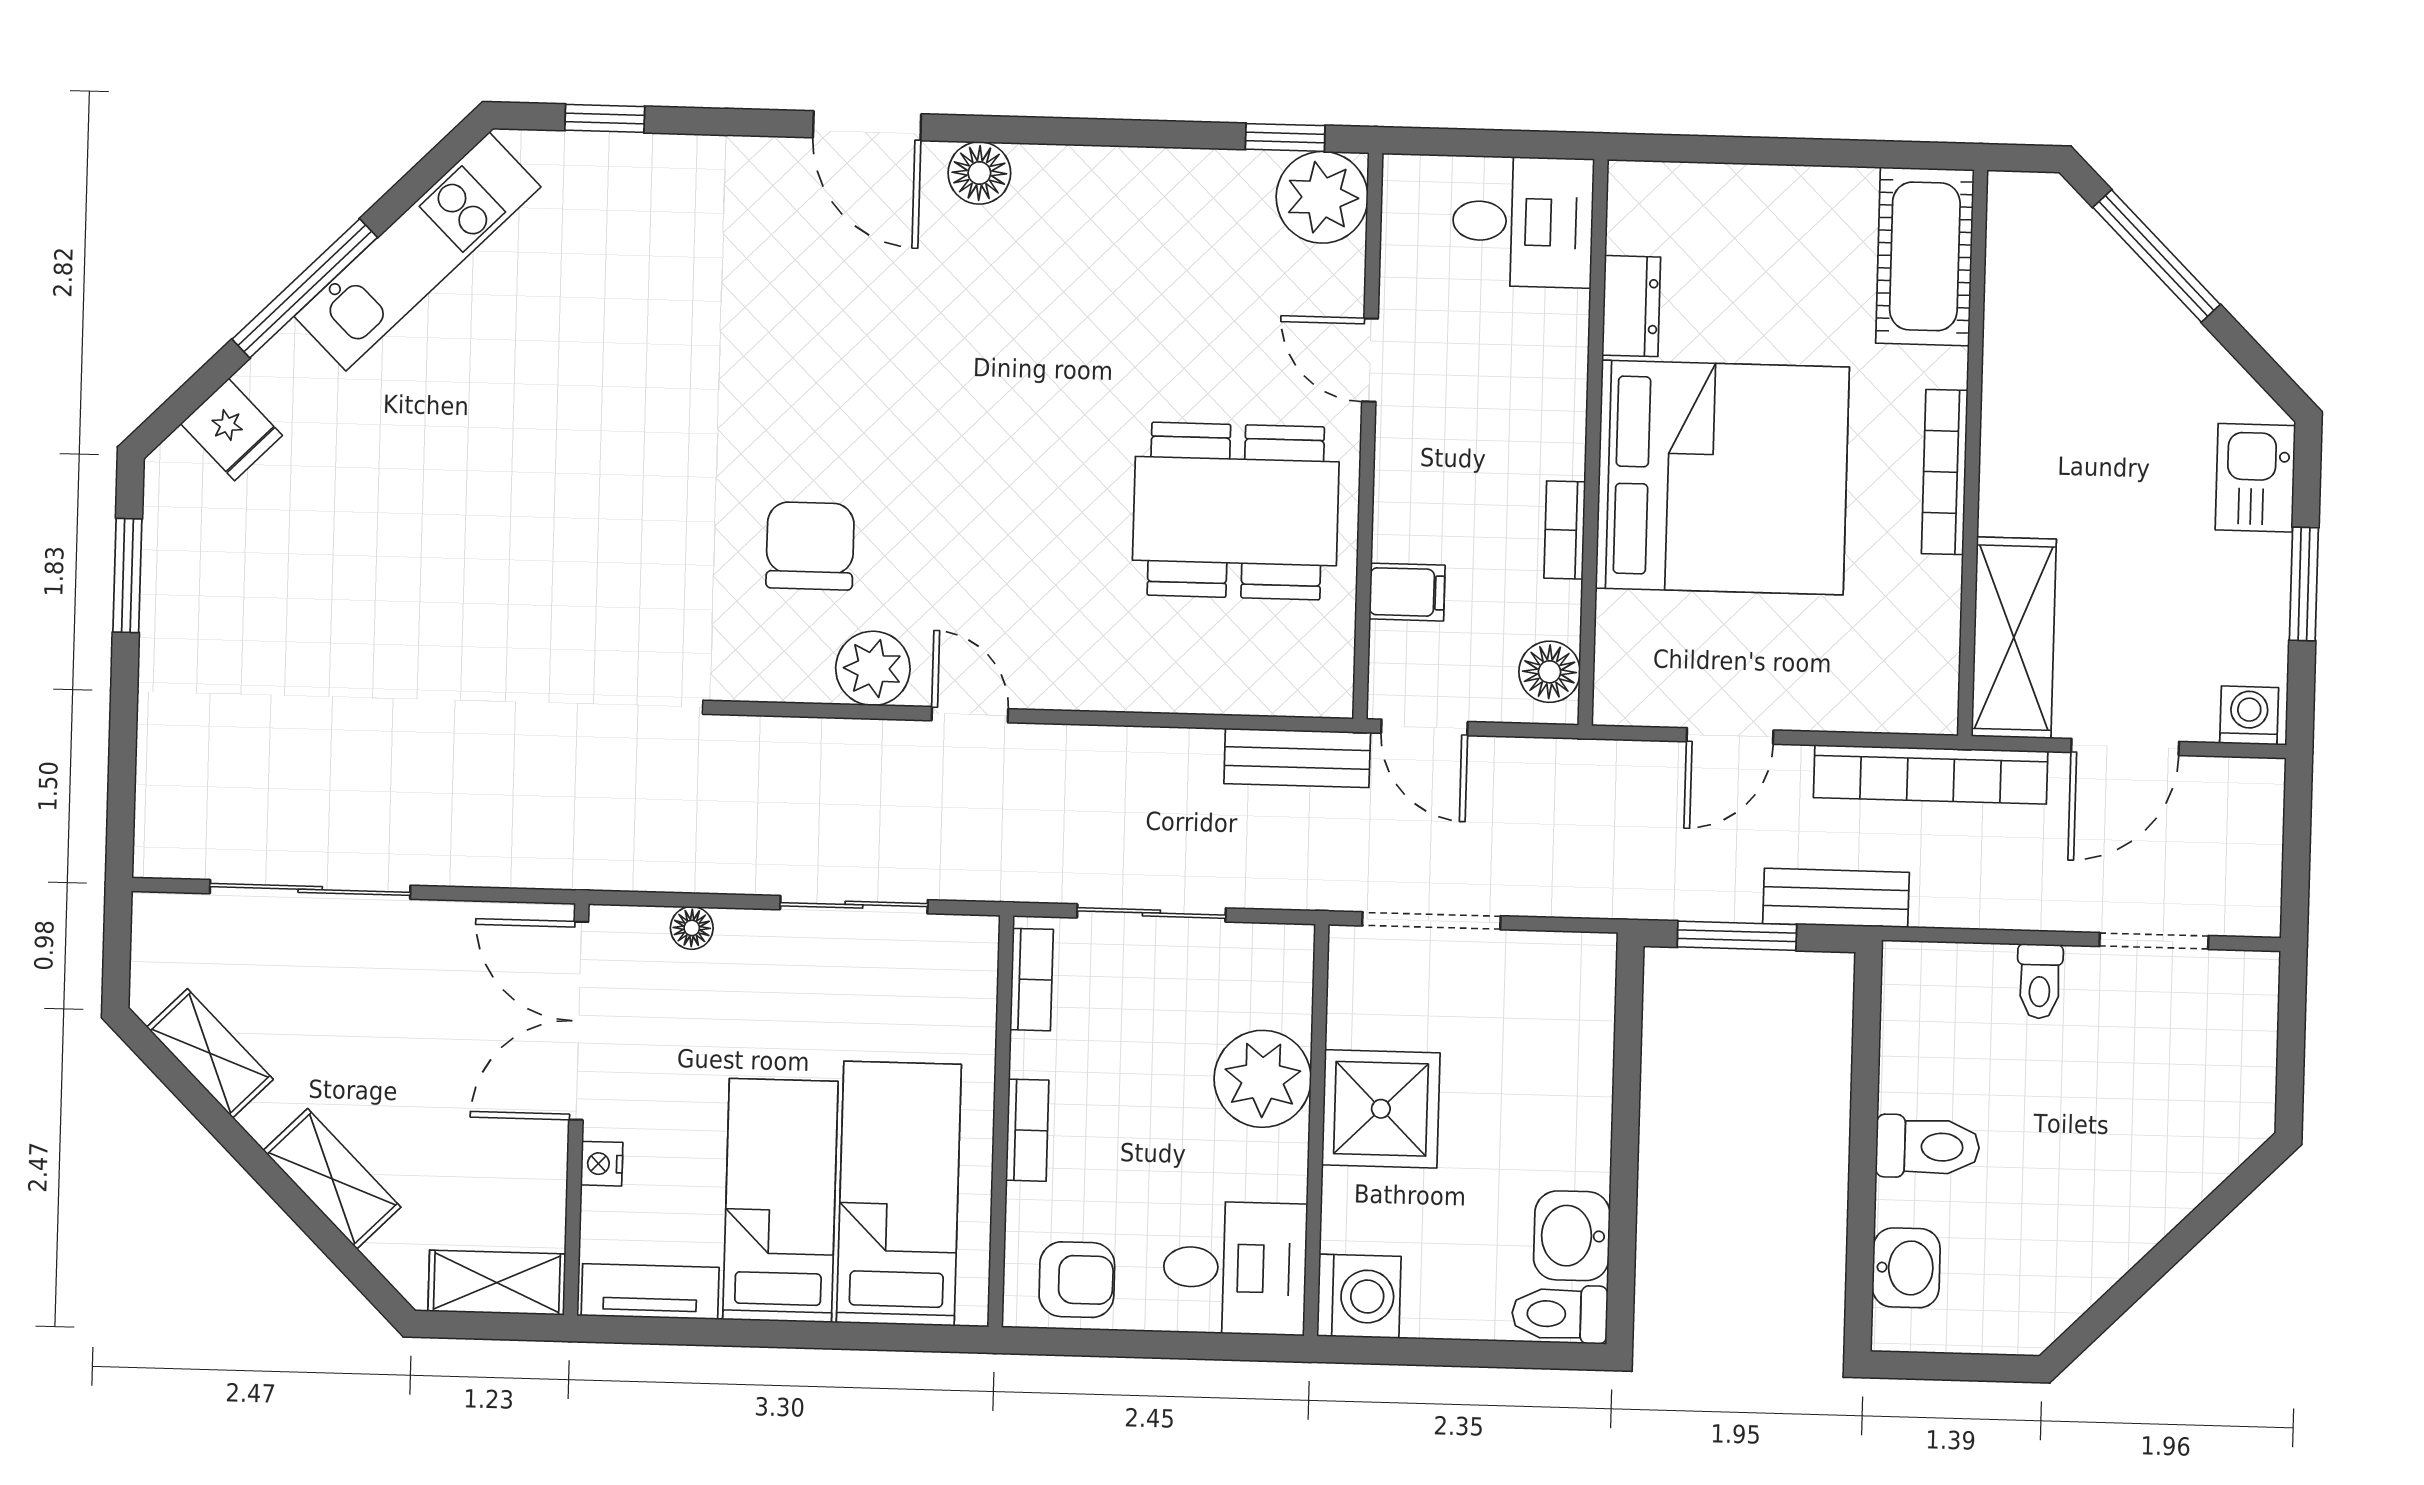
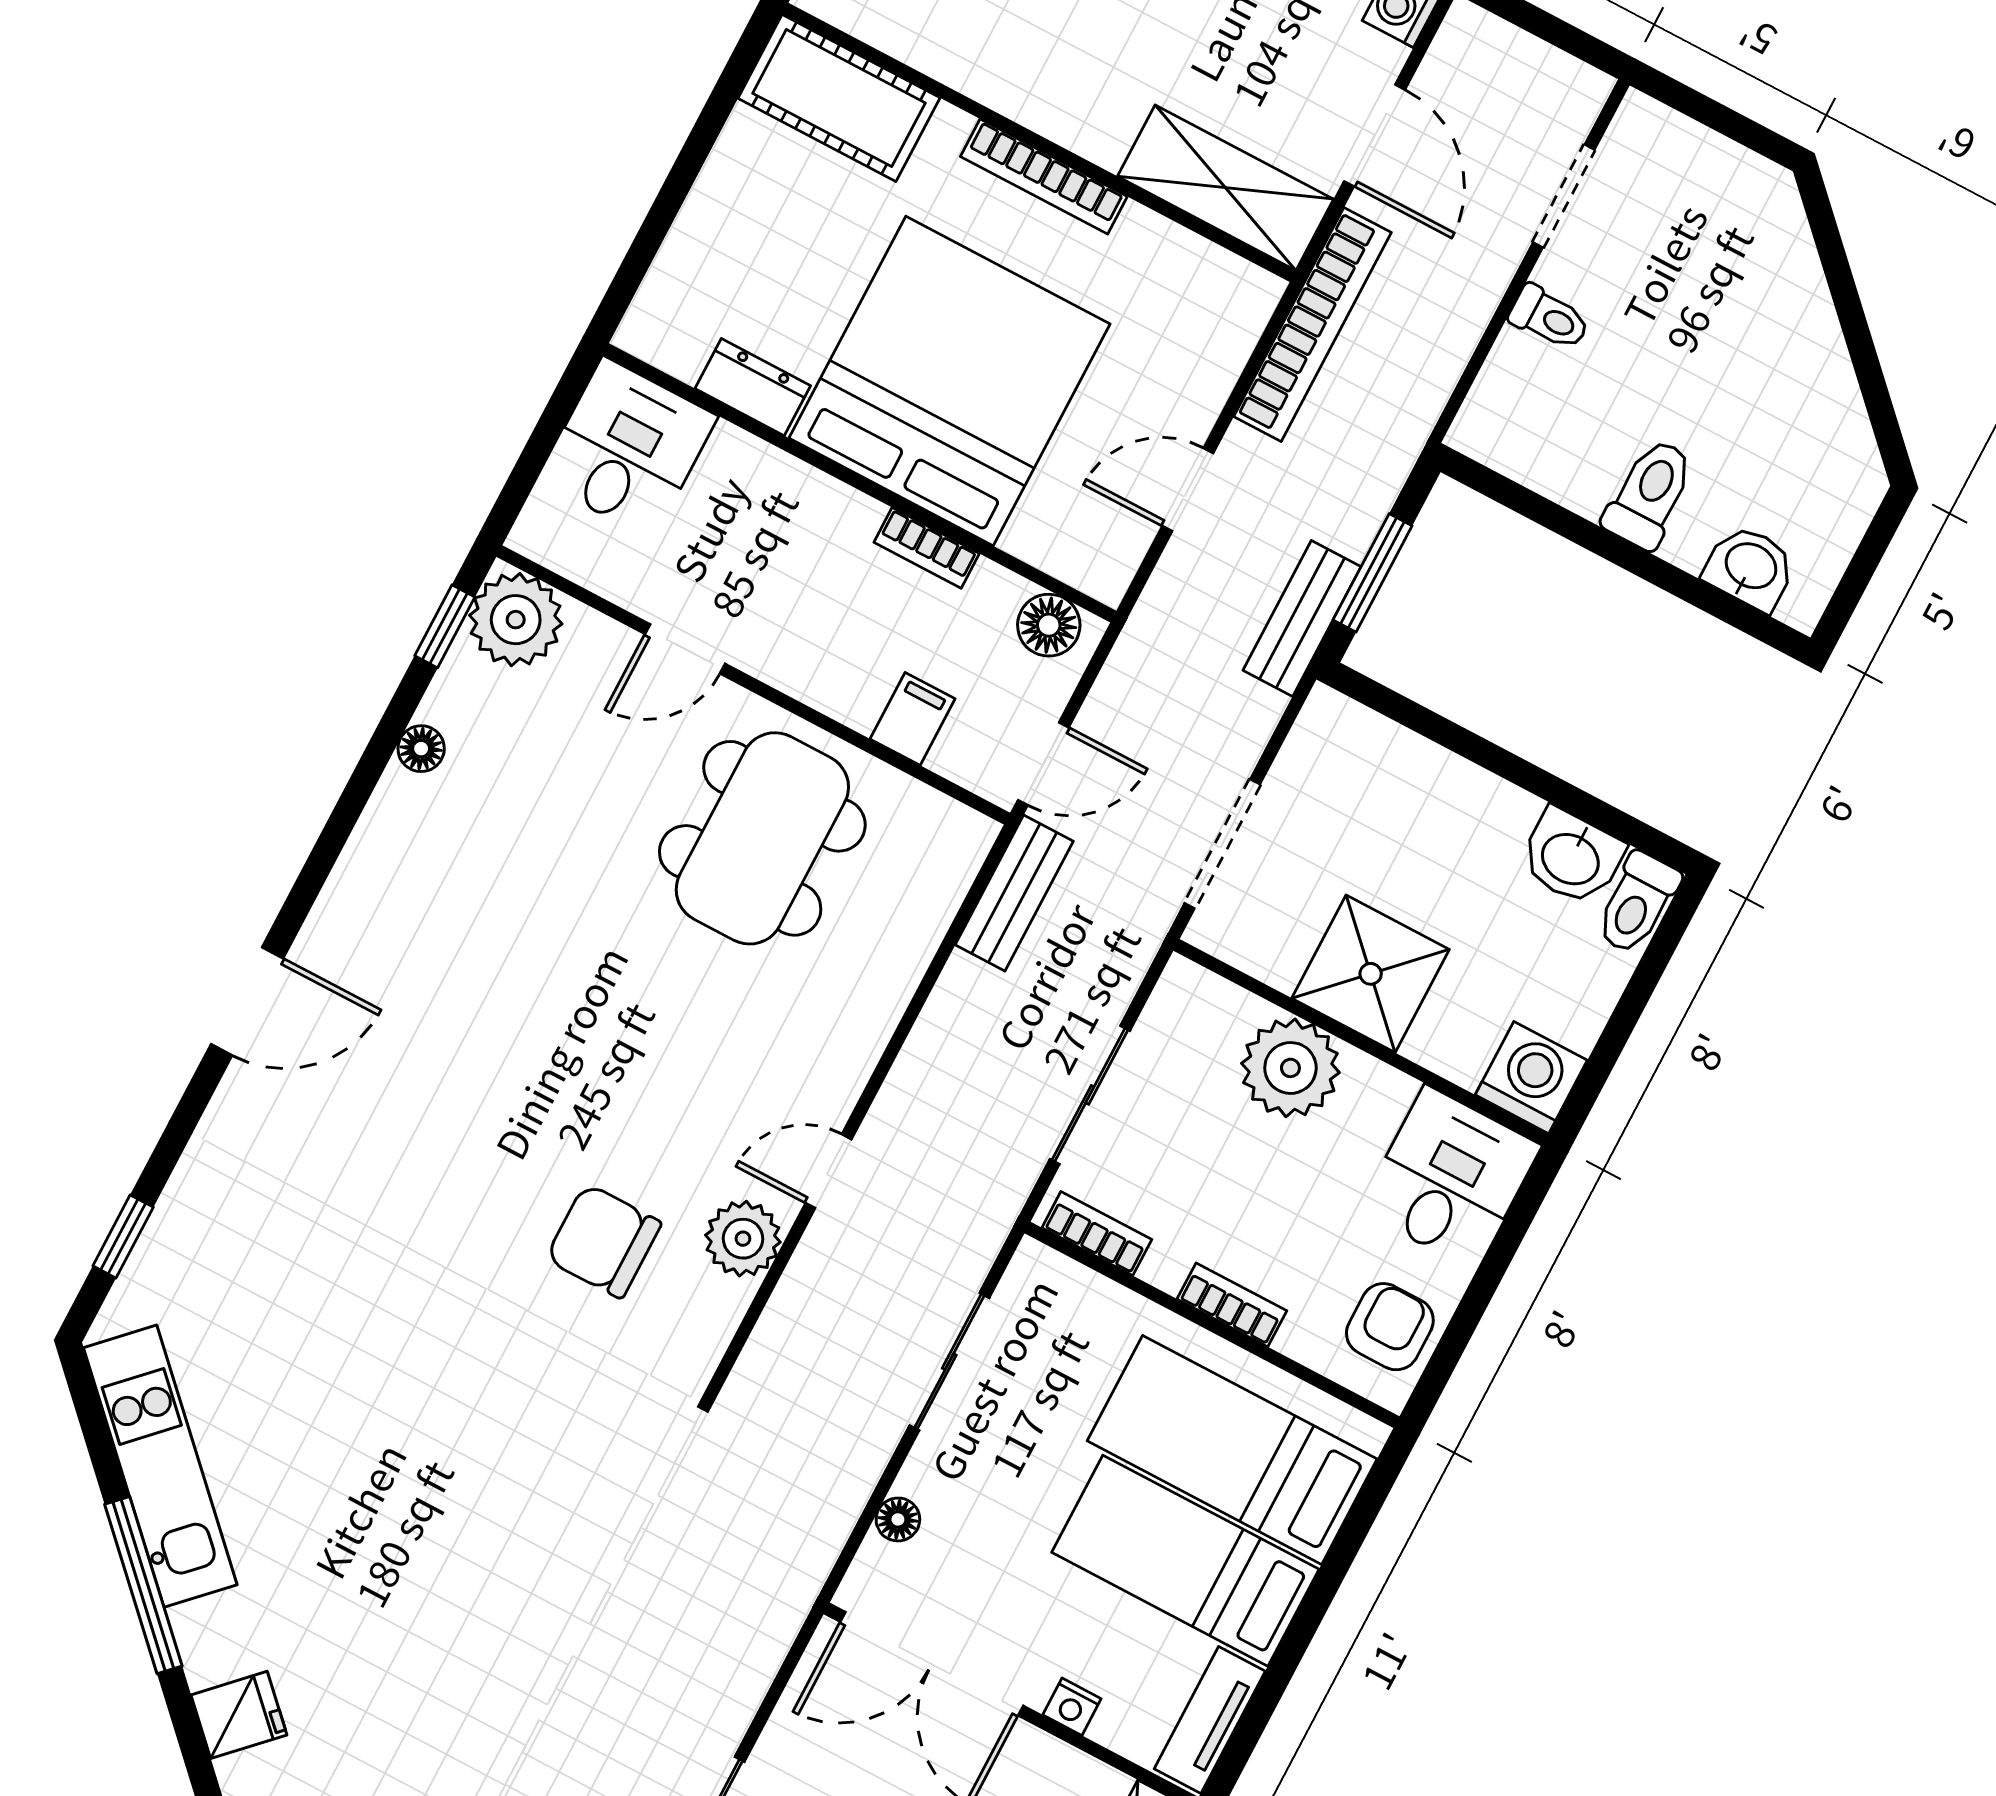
floor lamp: (979, 173) -> (421, 749), moved, width x0.73, depth x0.73
door: (1730, 736) -> (1188, 490), swing flipped
bench: (1836, 898) -> (1302, 618), moved

